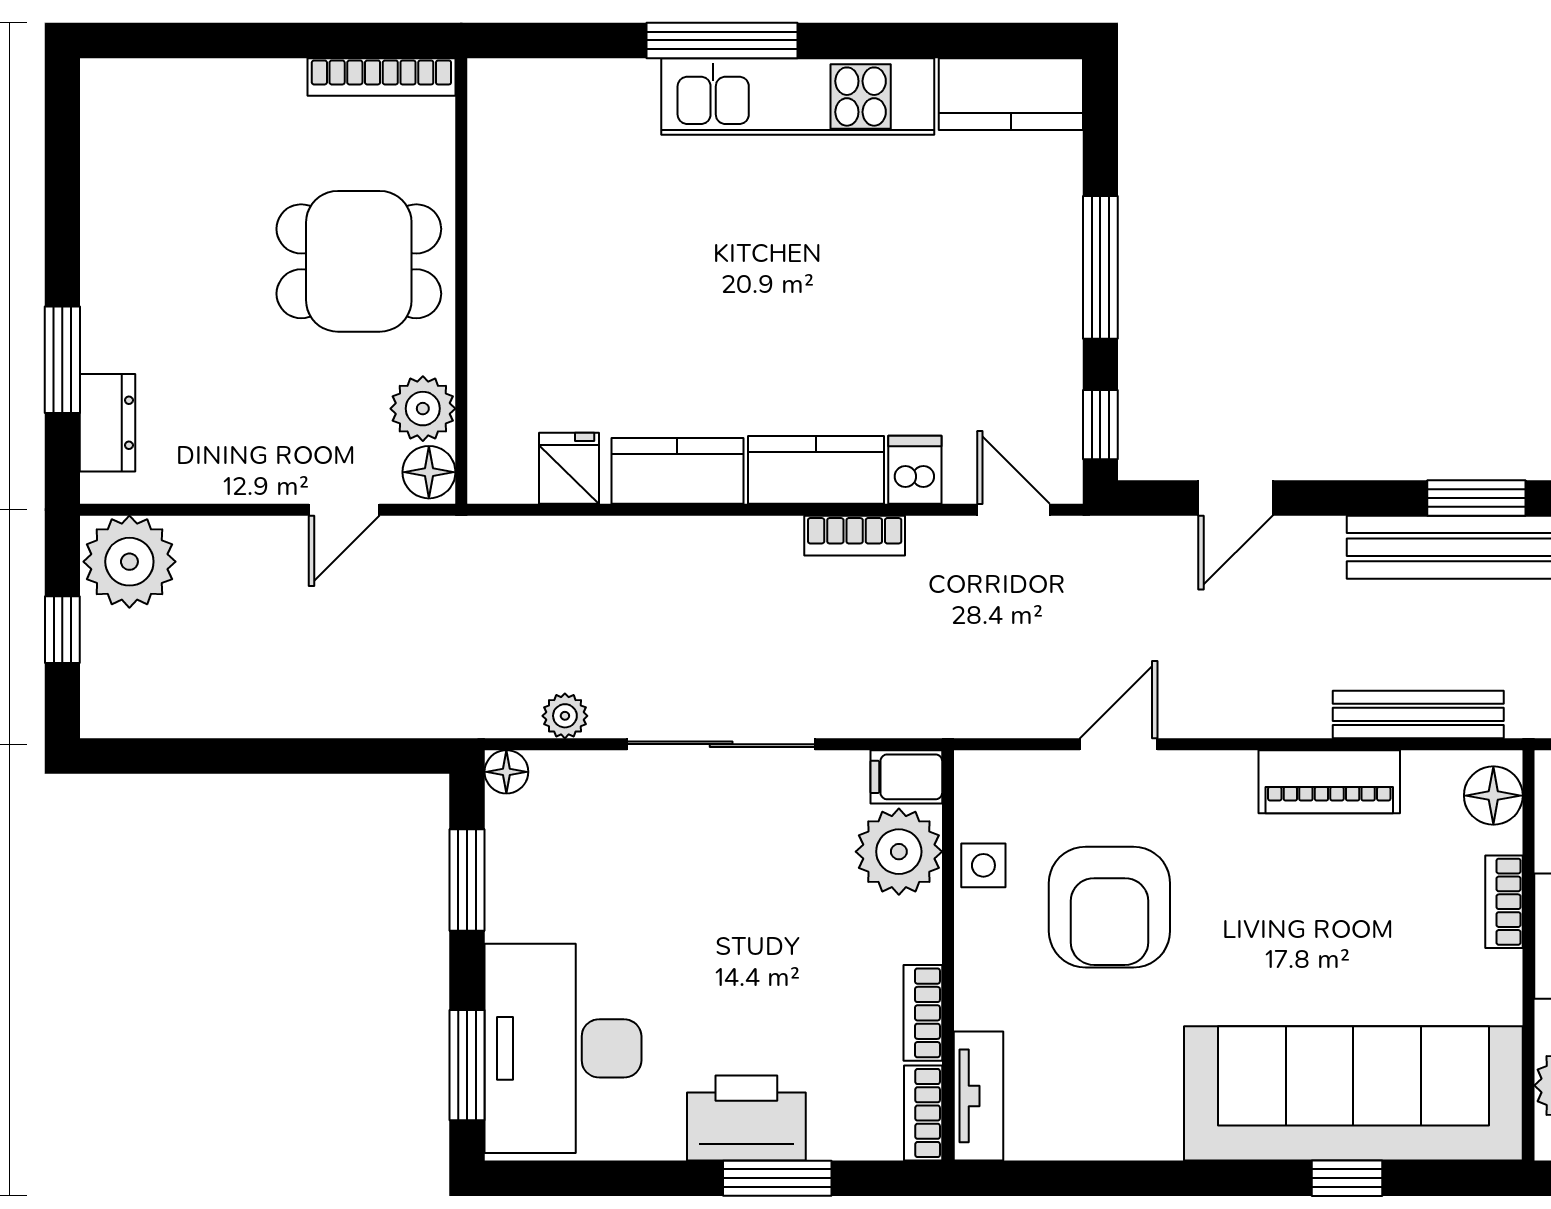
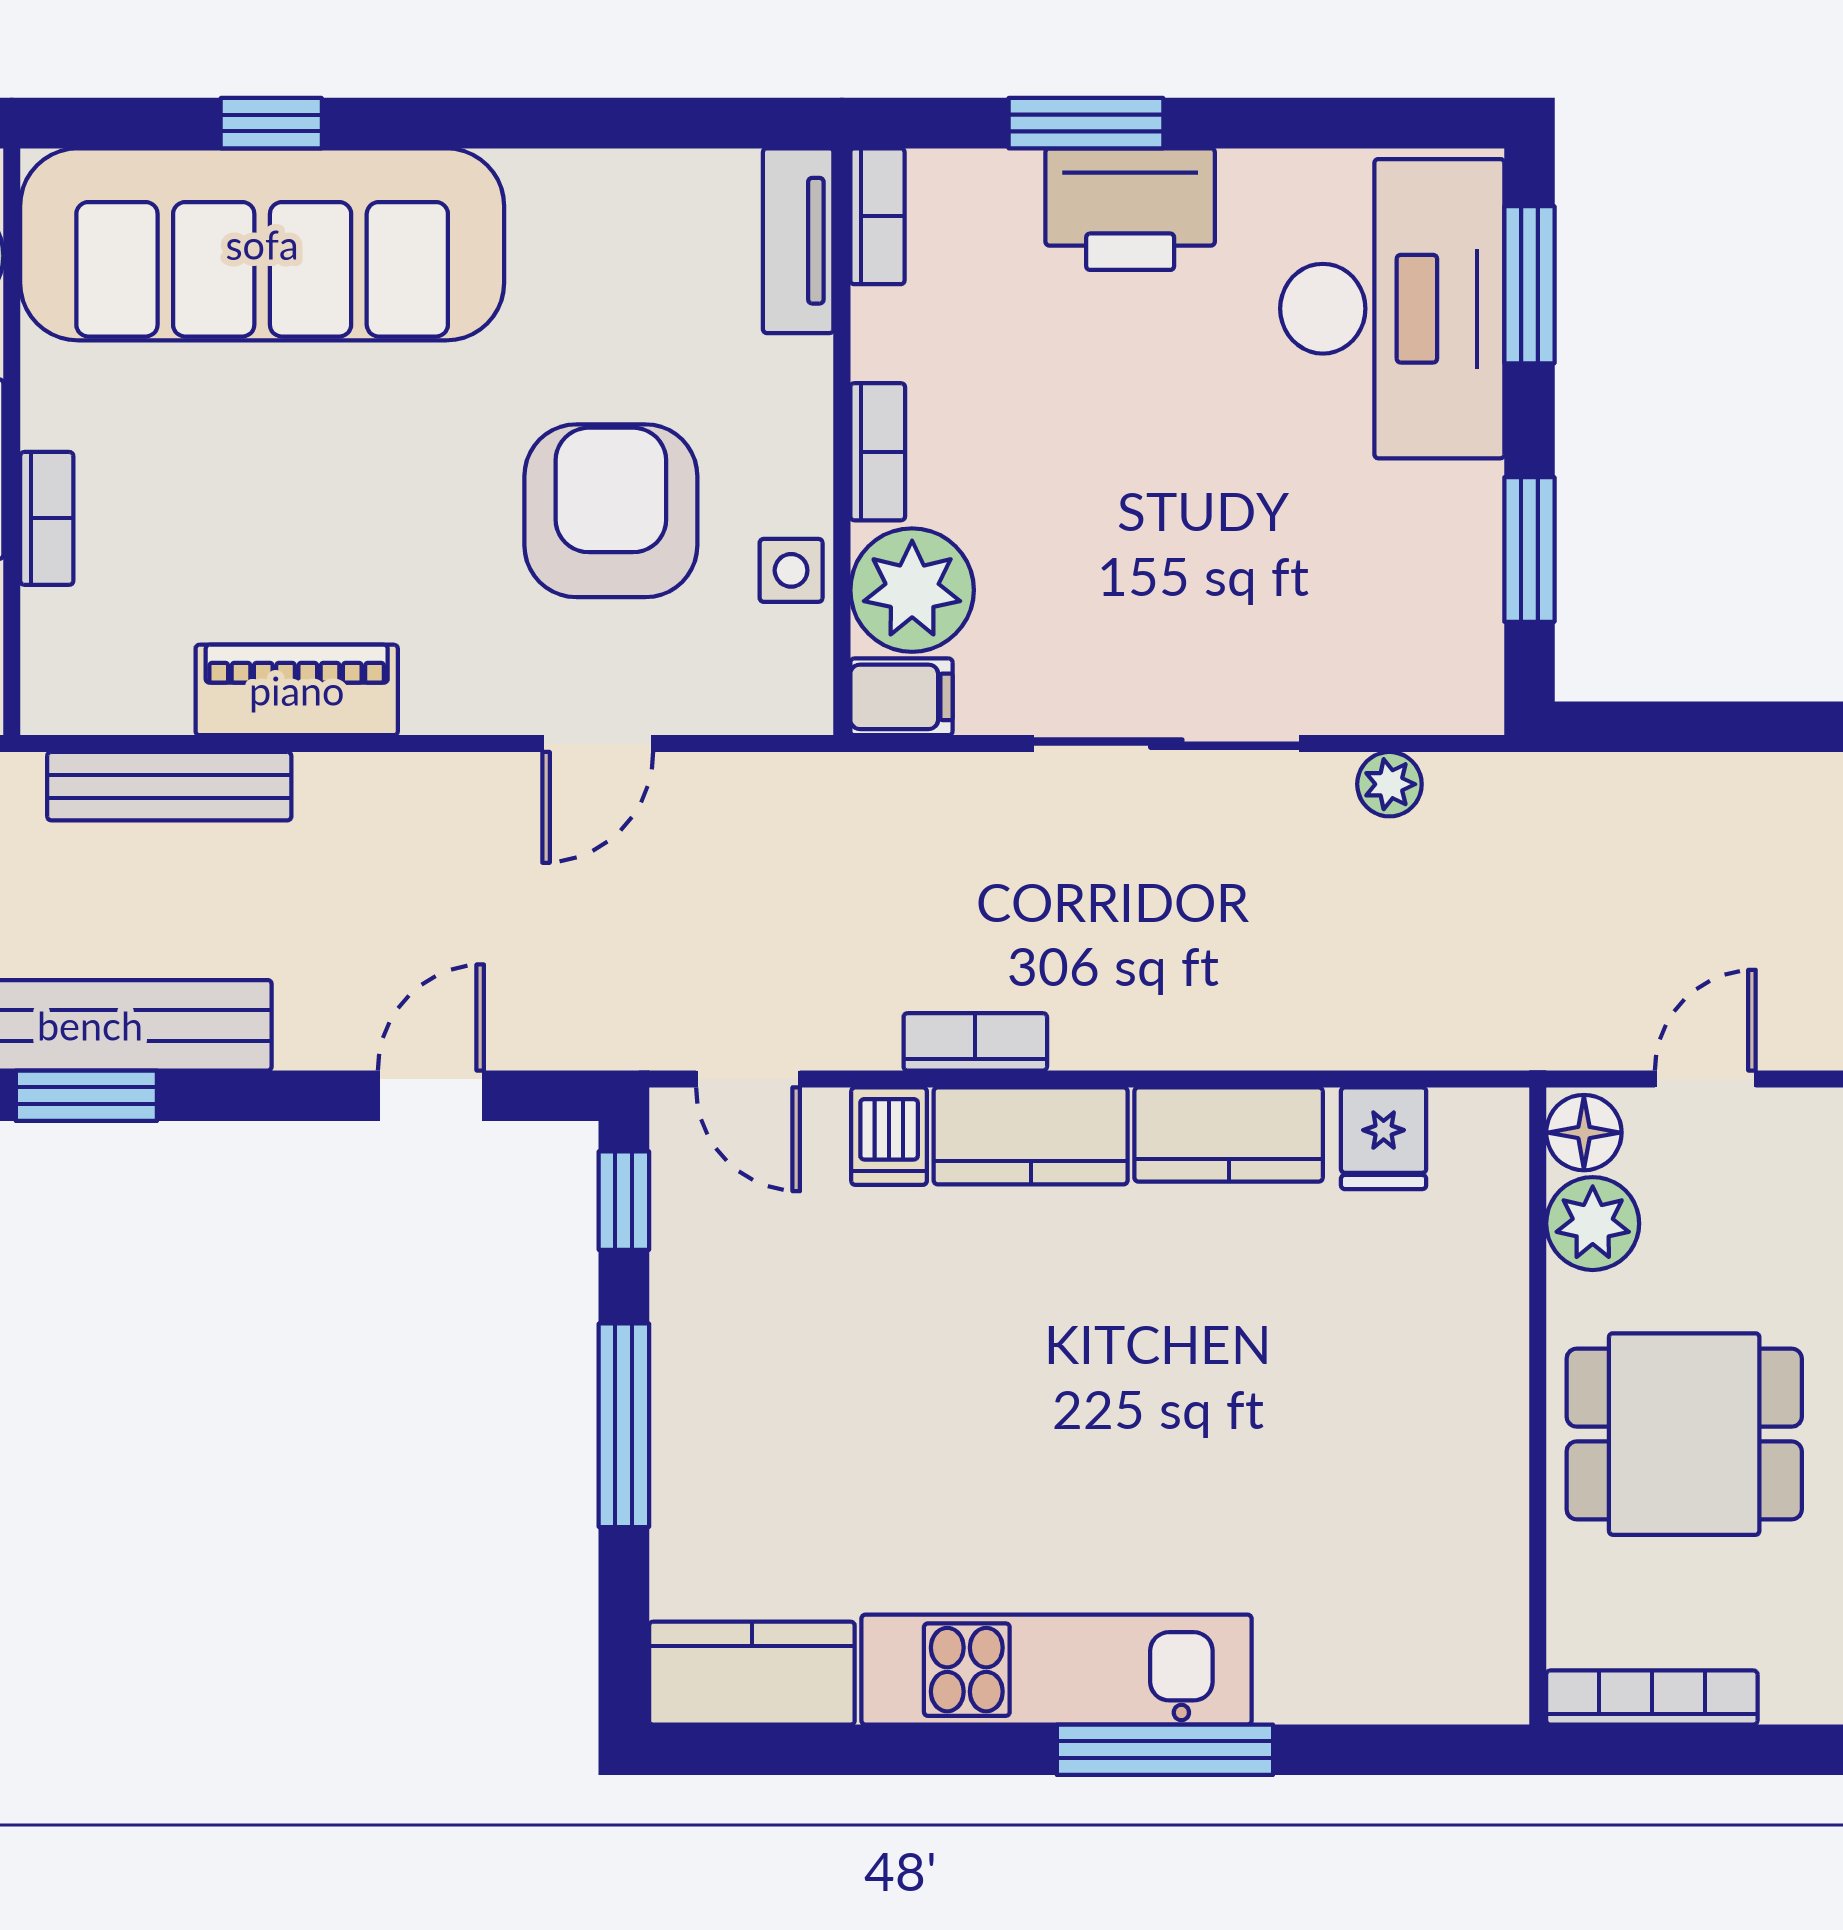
floor lamp: (506, 772) -> (1473, 704), removed
floor lamp: (1493, 796) -> (62, 670), removed
bookcase: (923, 1013) -> (878, 452), moved

